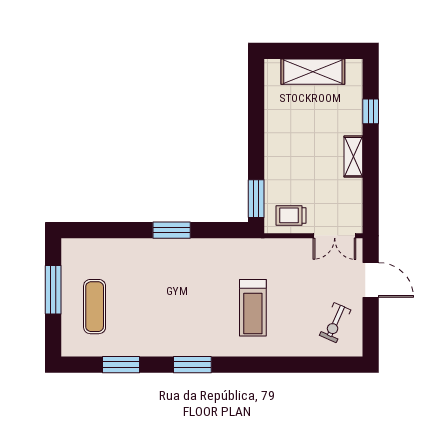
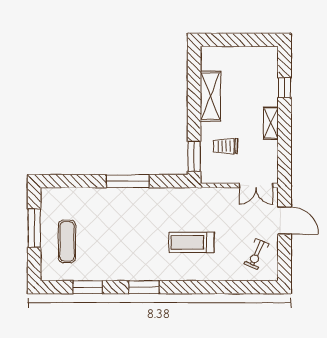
shelving: (313, 72) -> (210, 96), moved, turned 90
trolley: (291, 215) -> (226, 146), moved
window: (172, 230) -> (128, 181), width x1.44
treadmill: (253, 308) -> (192, 242), turned 90

